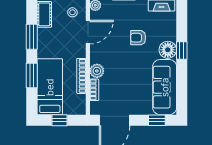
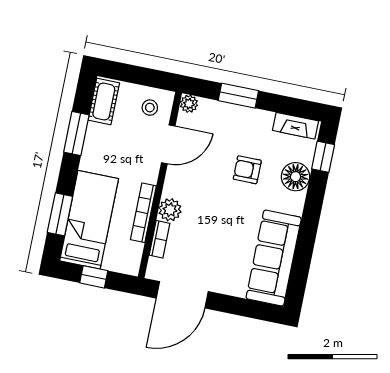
floor lamp: (168, 50) -> (296, 177), moved
window: (182, 50) -> (323, 157), moved
window: (32, 75) -> (60, 214), moved
window: (157, 120) -> (250, 309), removed

